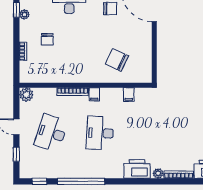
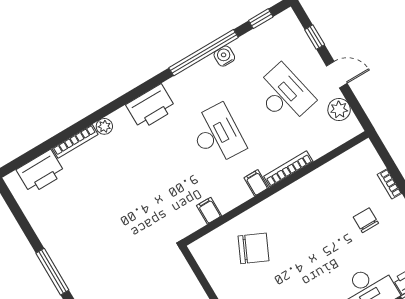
plant: (26, 95) -> (339, 110), moved
desk: (51, 133) -> (284, 95), turned -30
printer: (137, 169) -> (151, 107), moved
water cooler: (71, 173) -> (224, 56), added

